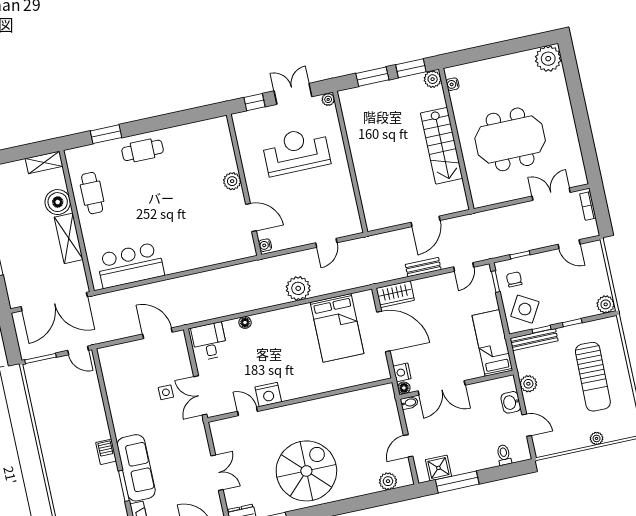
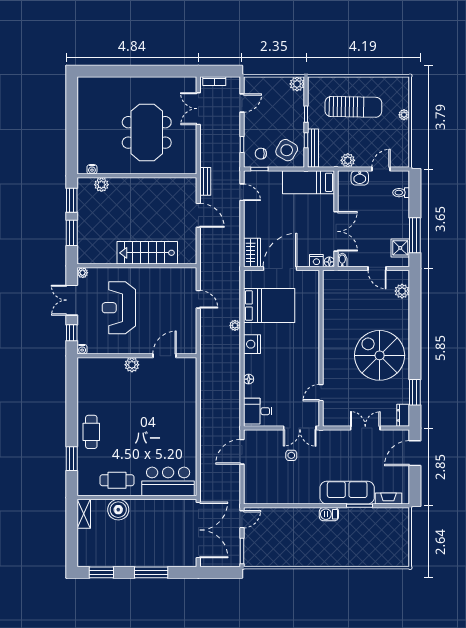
plant: (548, 59) -> (88, 87), removed
plant: (433, 79) -> (101, 185), moved
stairs: (442, 146) -> (147, 253), moved, turned 180
shelving: (69, 238) -> (150, 507), removed
water cooler: (265, 245) -> (82, 349), moved
bar counter: (130, 265) -> (168, 481), moved, turned 90
bench: (423, 267) -> (205, 181), moved
plant: (298, 288) -> (235, 325), width x0.53, depth x0.53
nightstand: (268, 394) -> (252, 344), moved, turned 180

